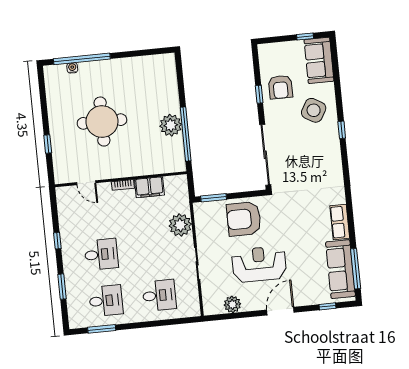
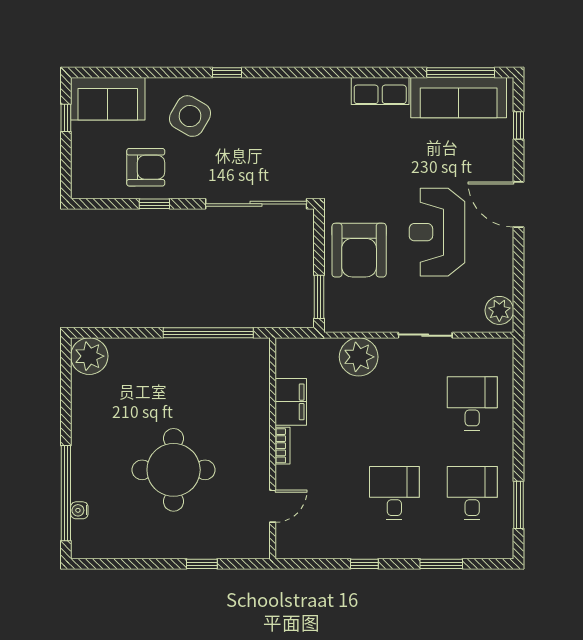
plant: (171, 125) -> (89, 356), moved
plant: (232, 304) -> (499, 310), moved

